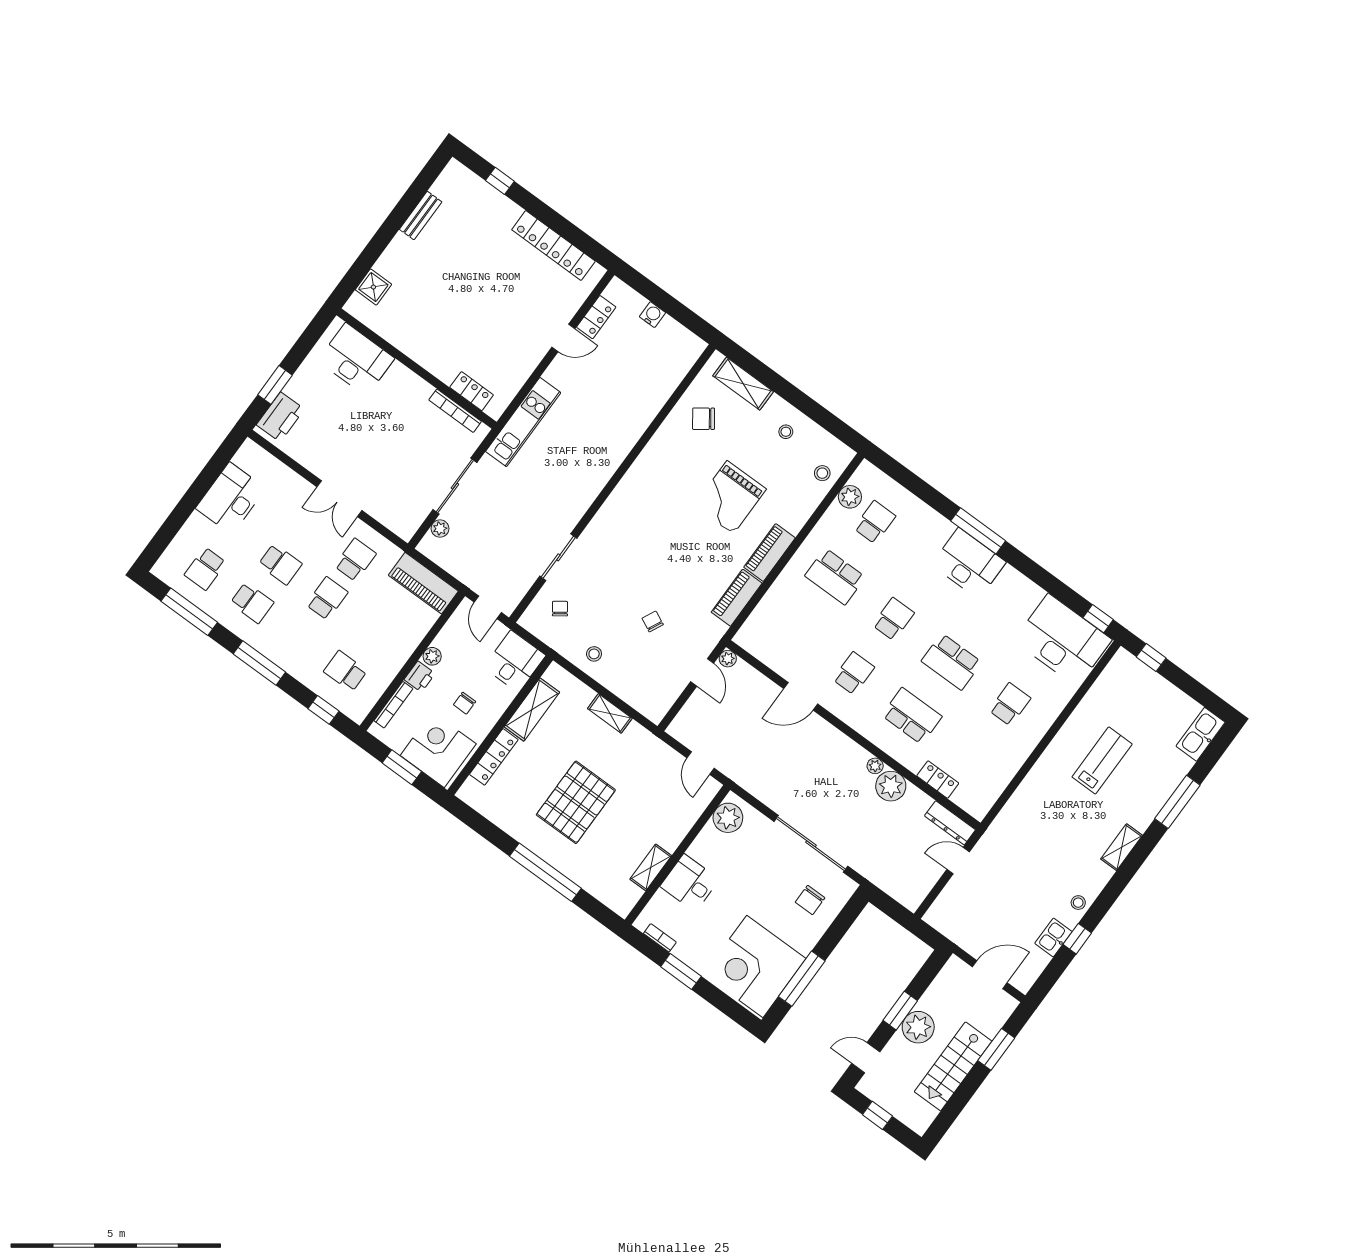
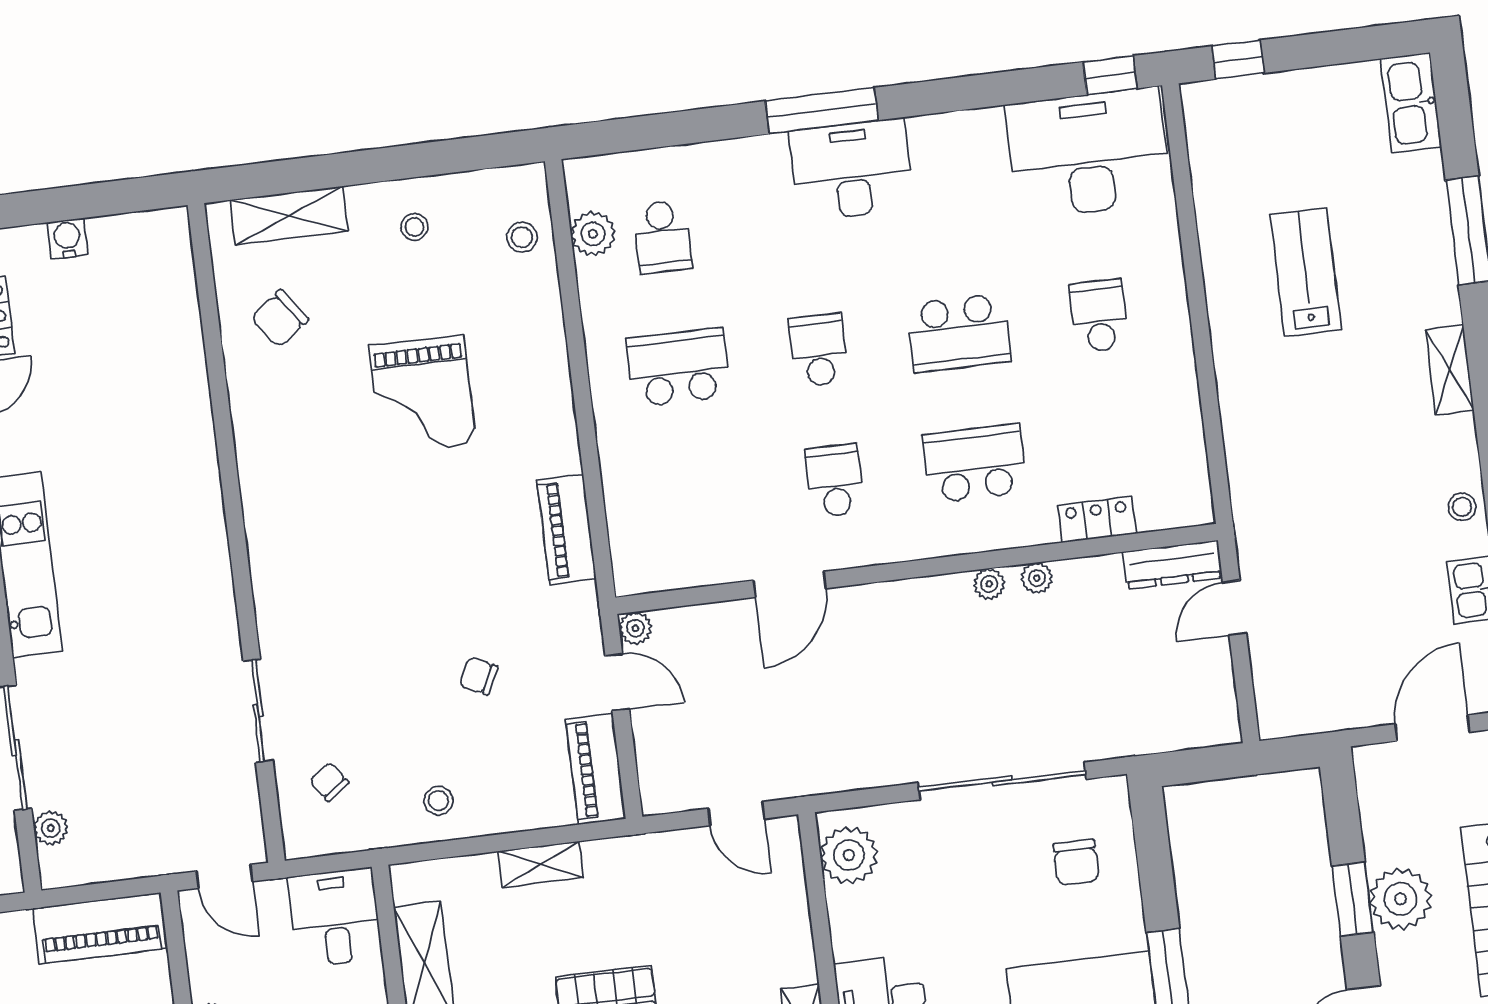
school desk: (875, 522) -> (662, 237), turned 180
piano: (769, 553) -> (596, 769), moved
school desk: (835, 576) -> (678, 367), turned 180
plant: (891, 786) -> (1037, 578), width x0.53, depth x0.53

